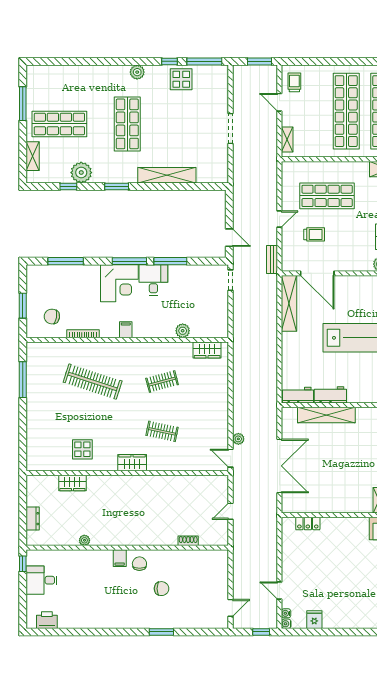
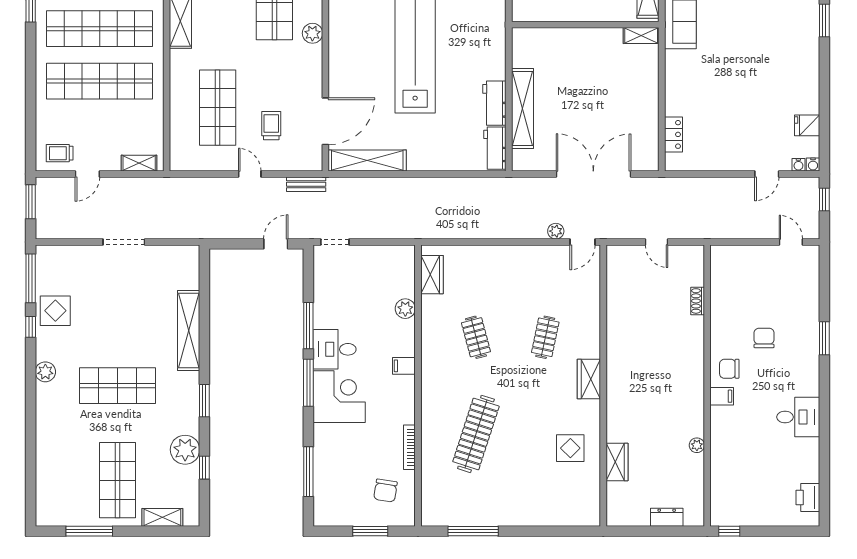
filing cabinet: (126, 330) -> (404, 366), moved
desk: (41, 580) -> (798, 417), moved, turned -90

